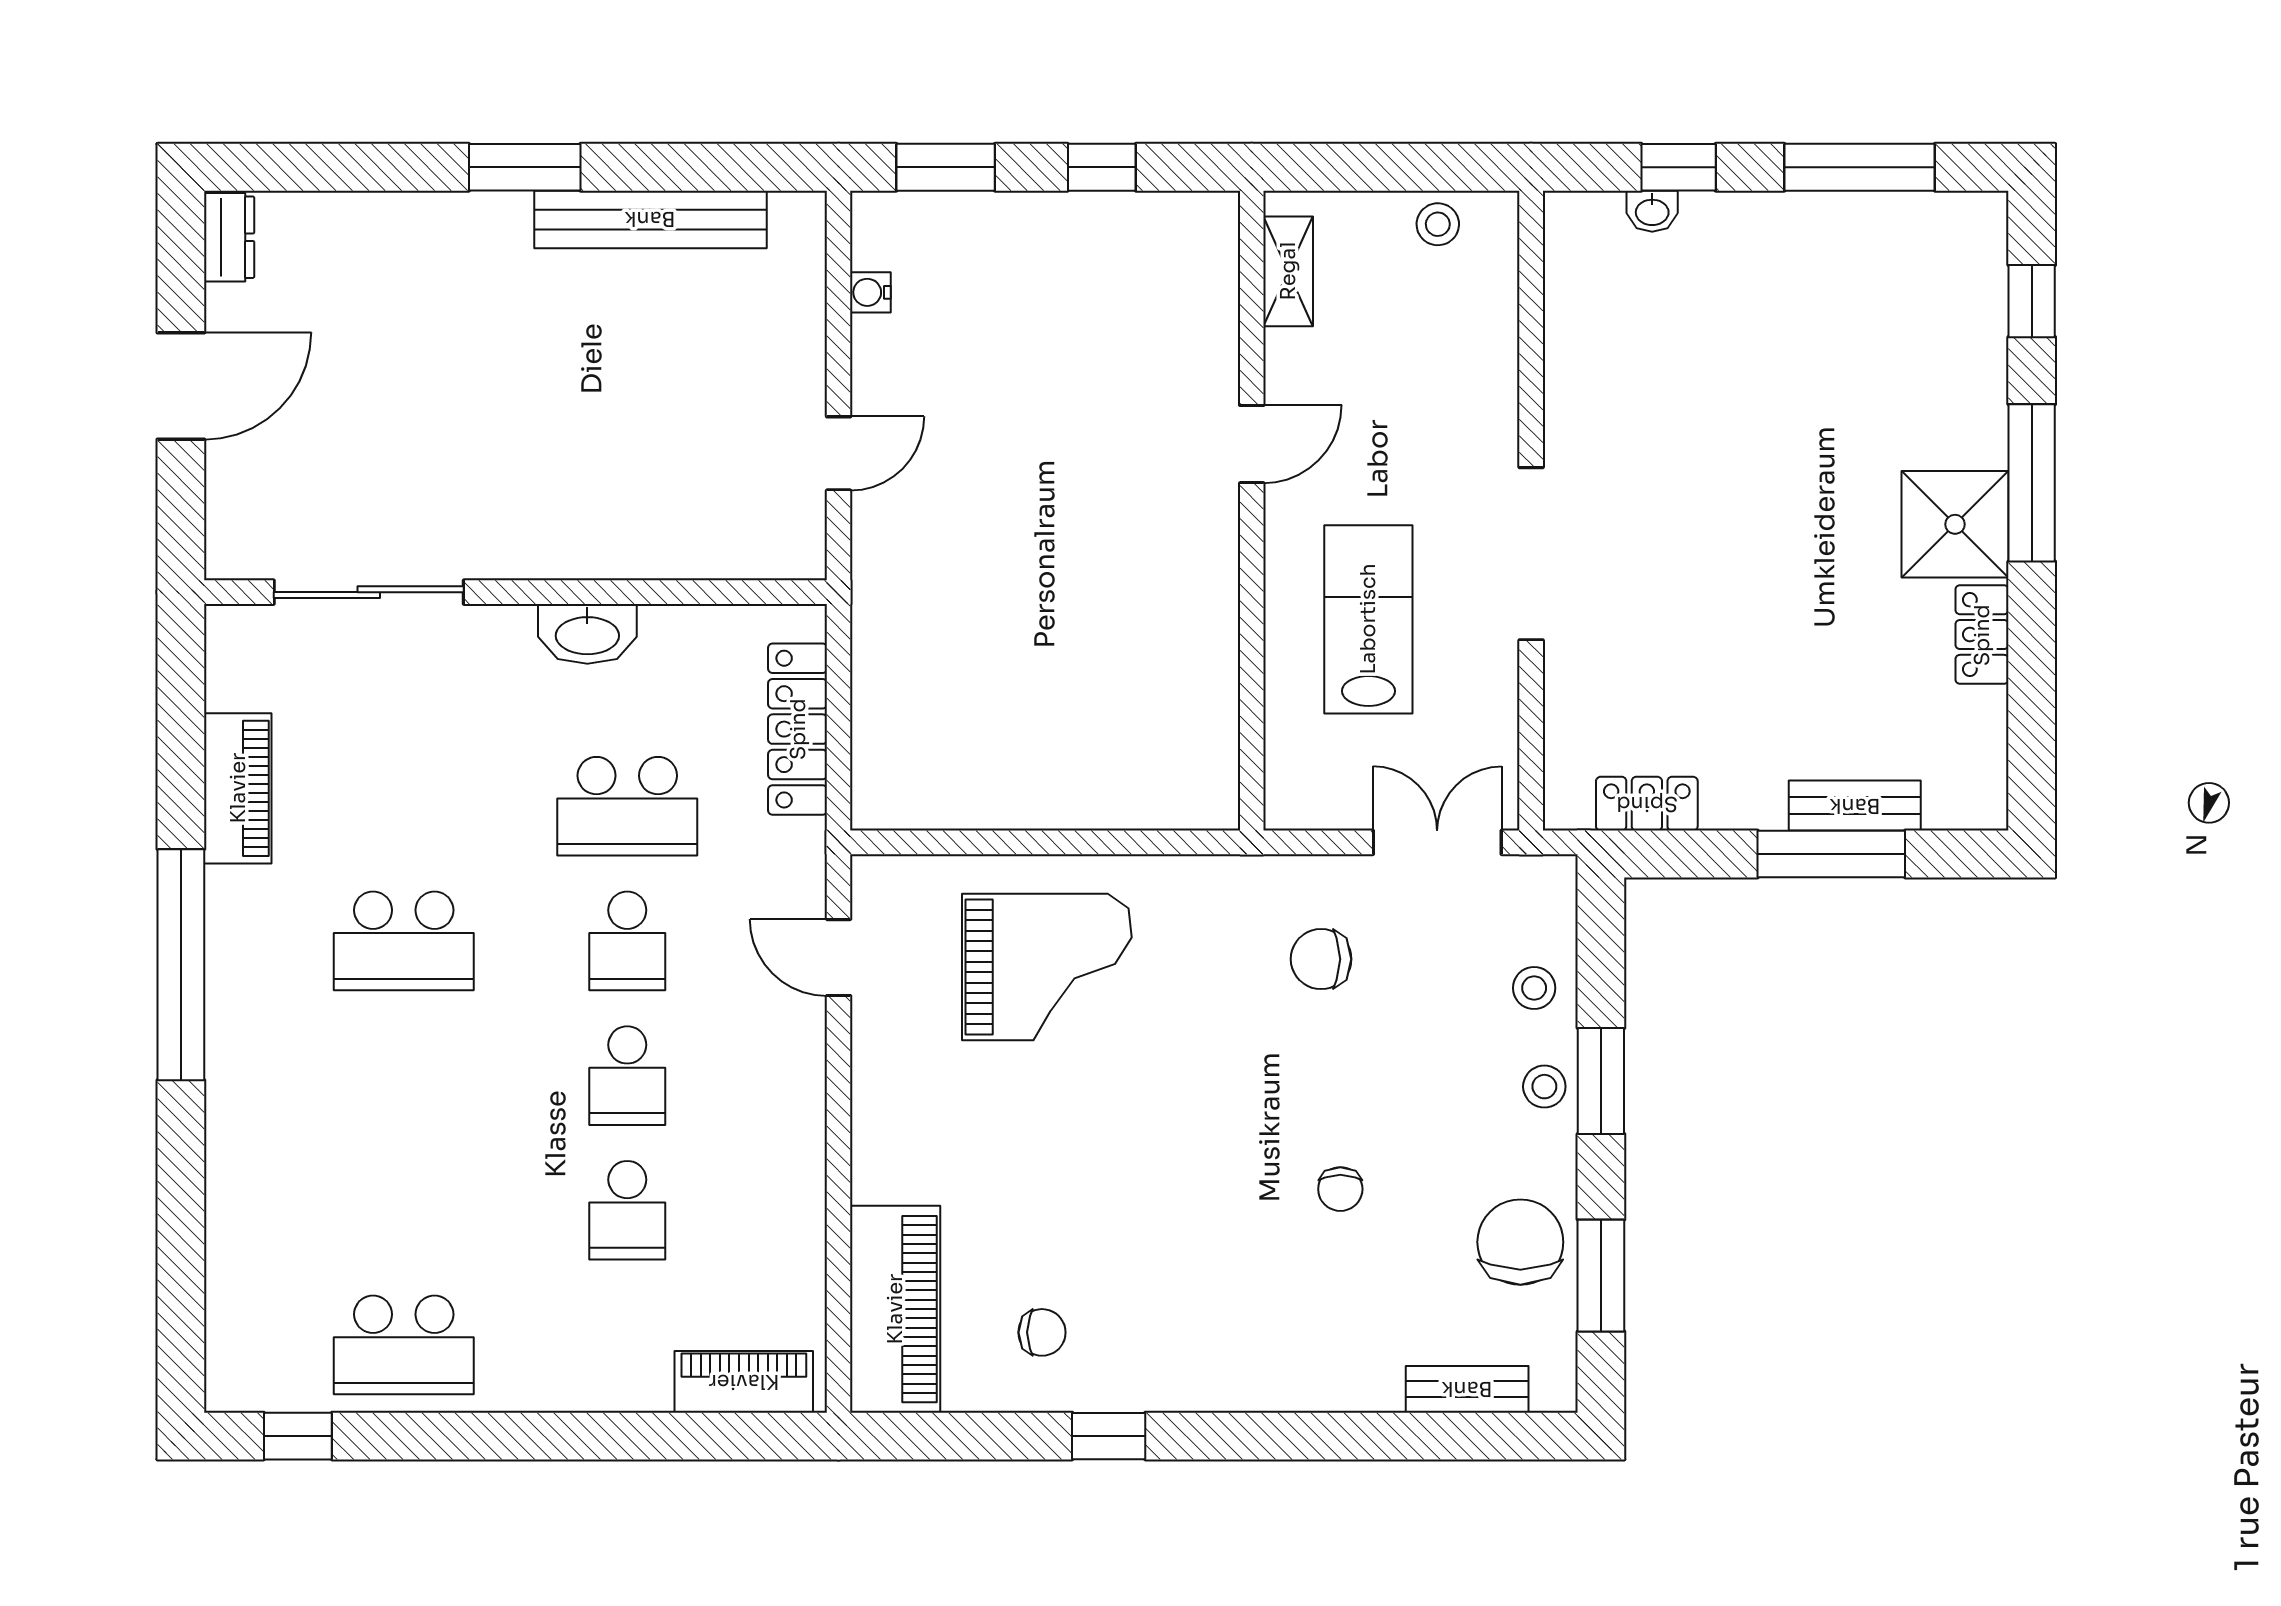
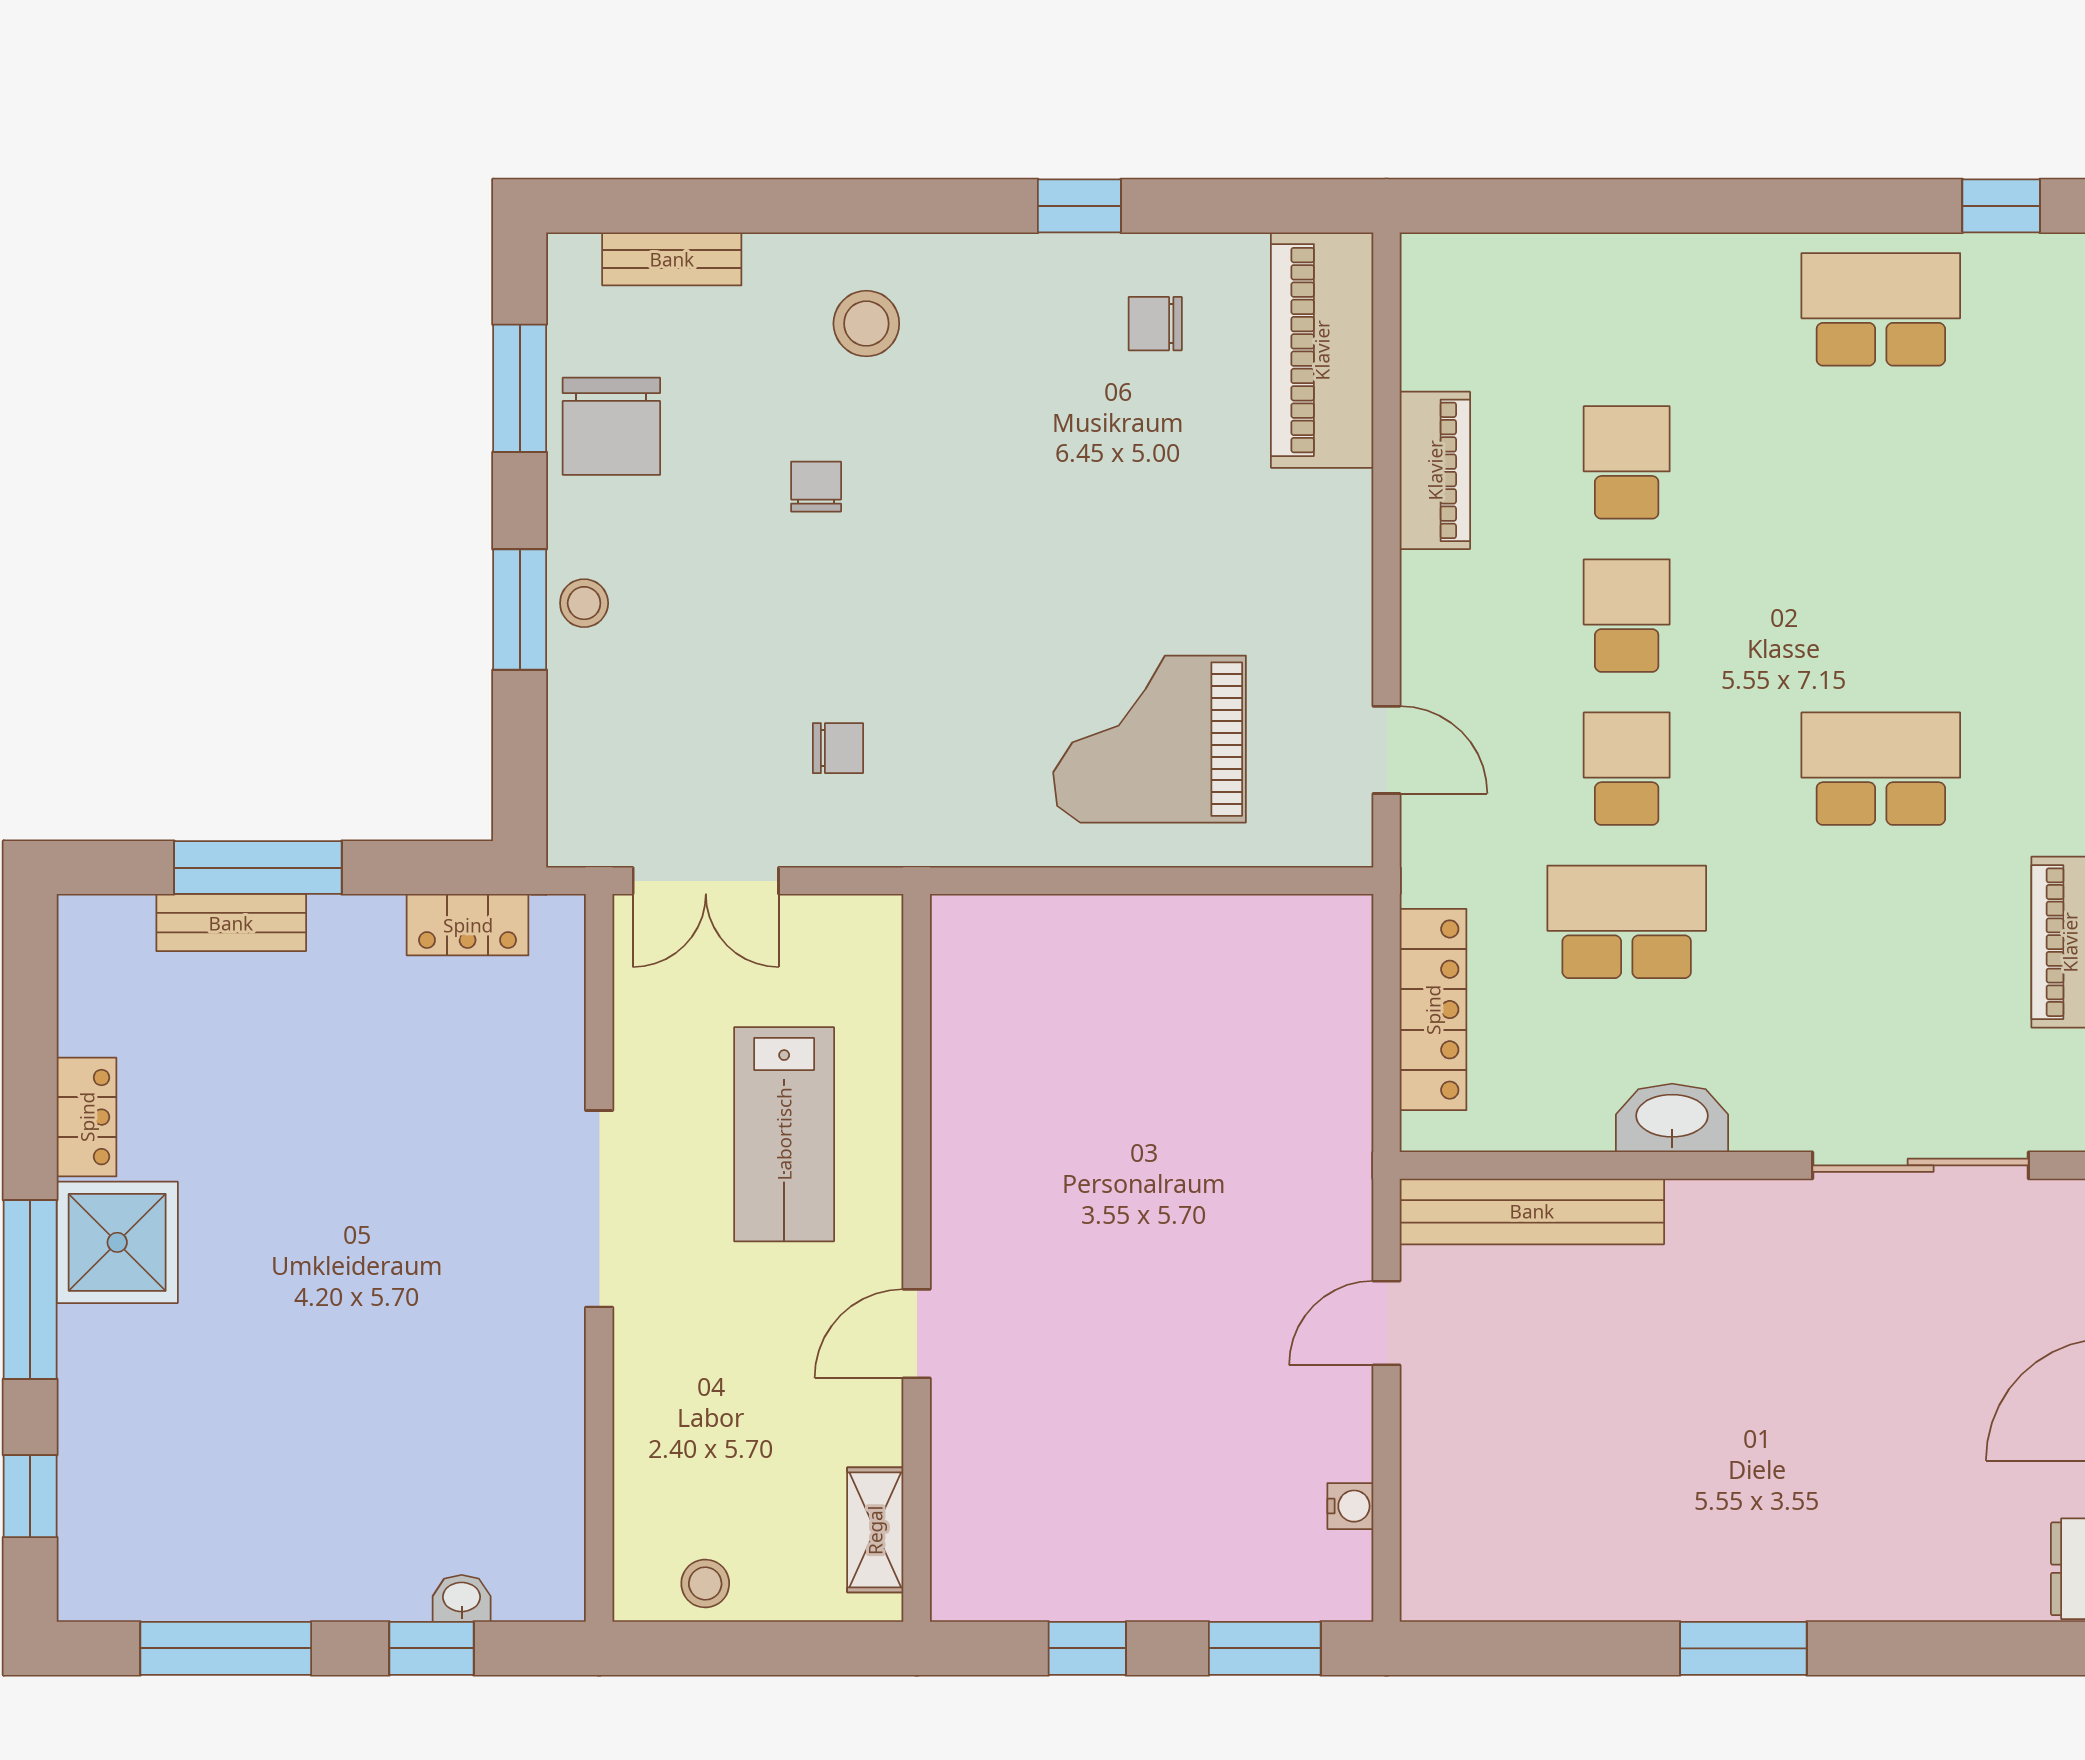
bench: (650, 219) -> (1532, 1211), moved
chair: (1321, 959) -> (838, 748), width x0.73, depth x0.73
stool: (1534, 988) -> (866, 324), moved, width x1.37, depth x1.37
piano: (744, 1382) -> (1435, 470), moved, turned -90

